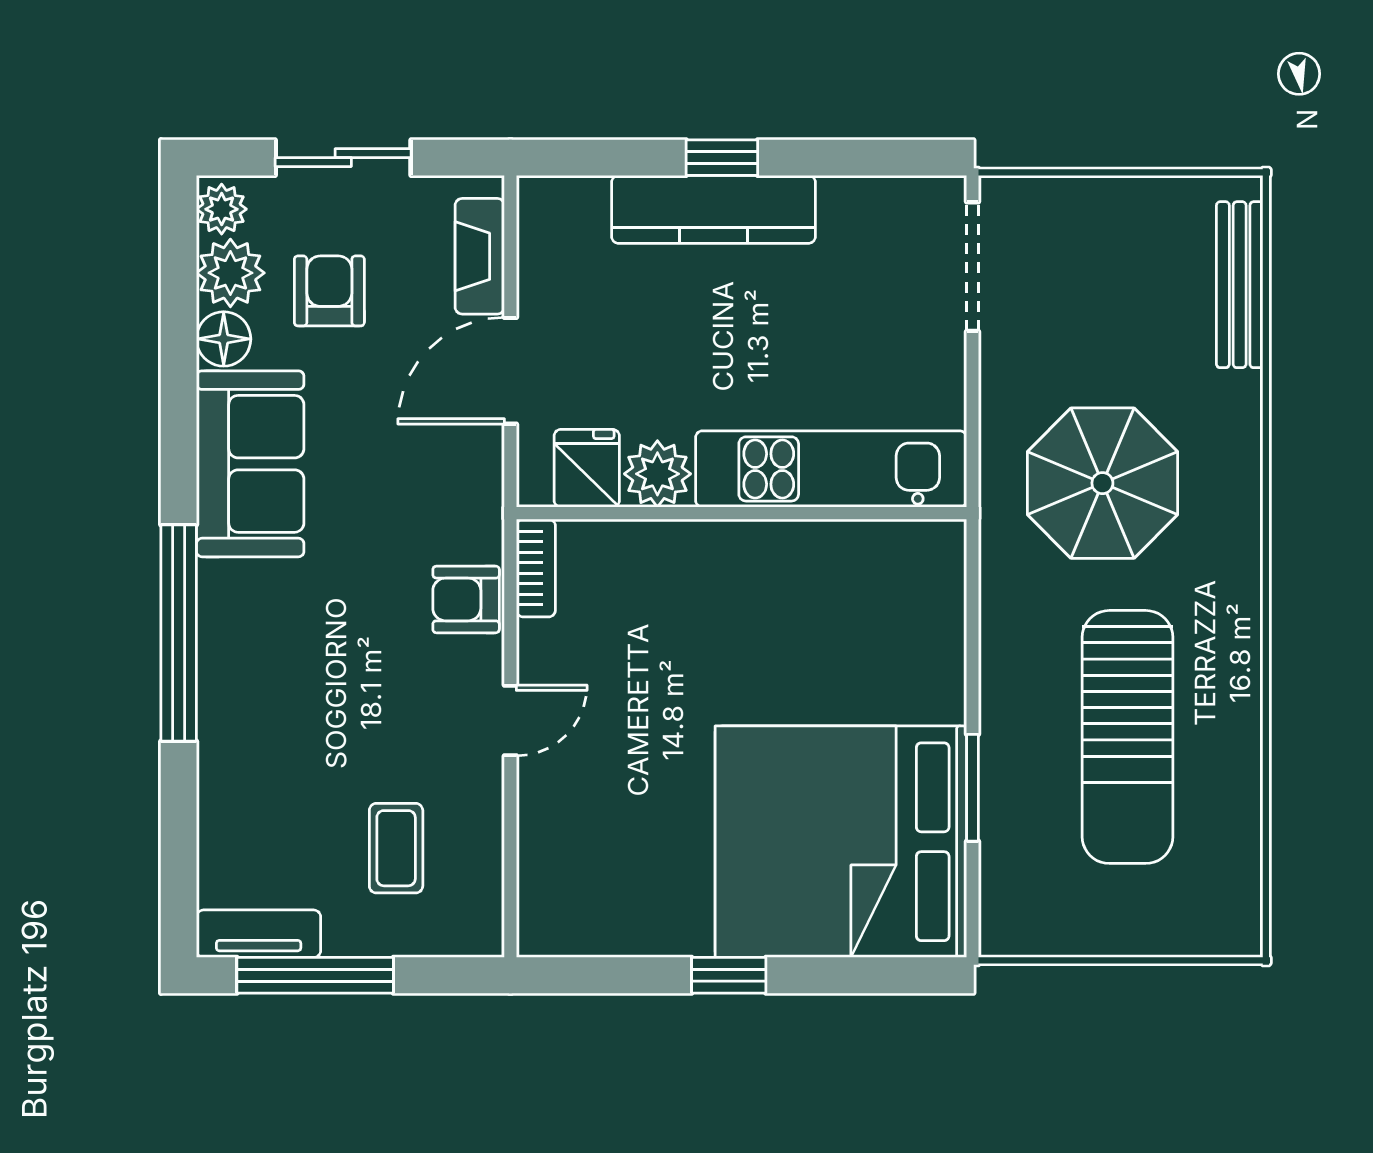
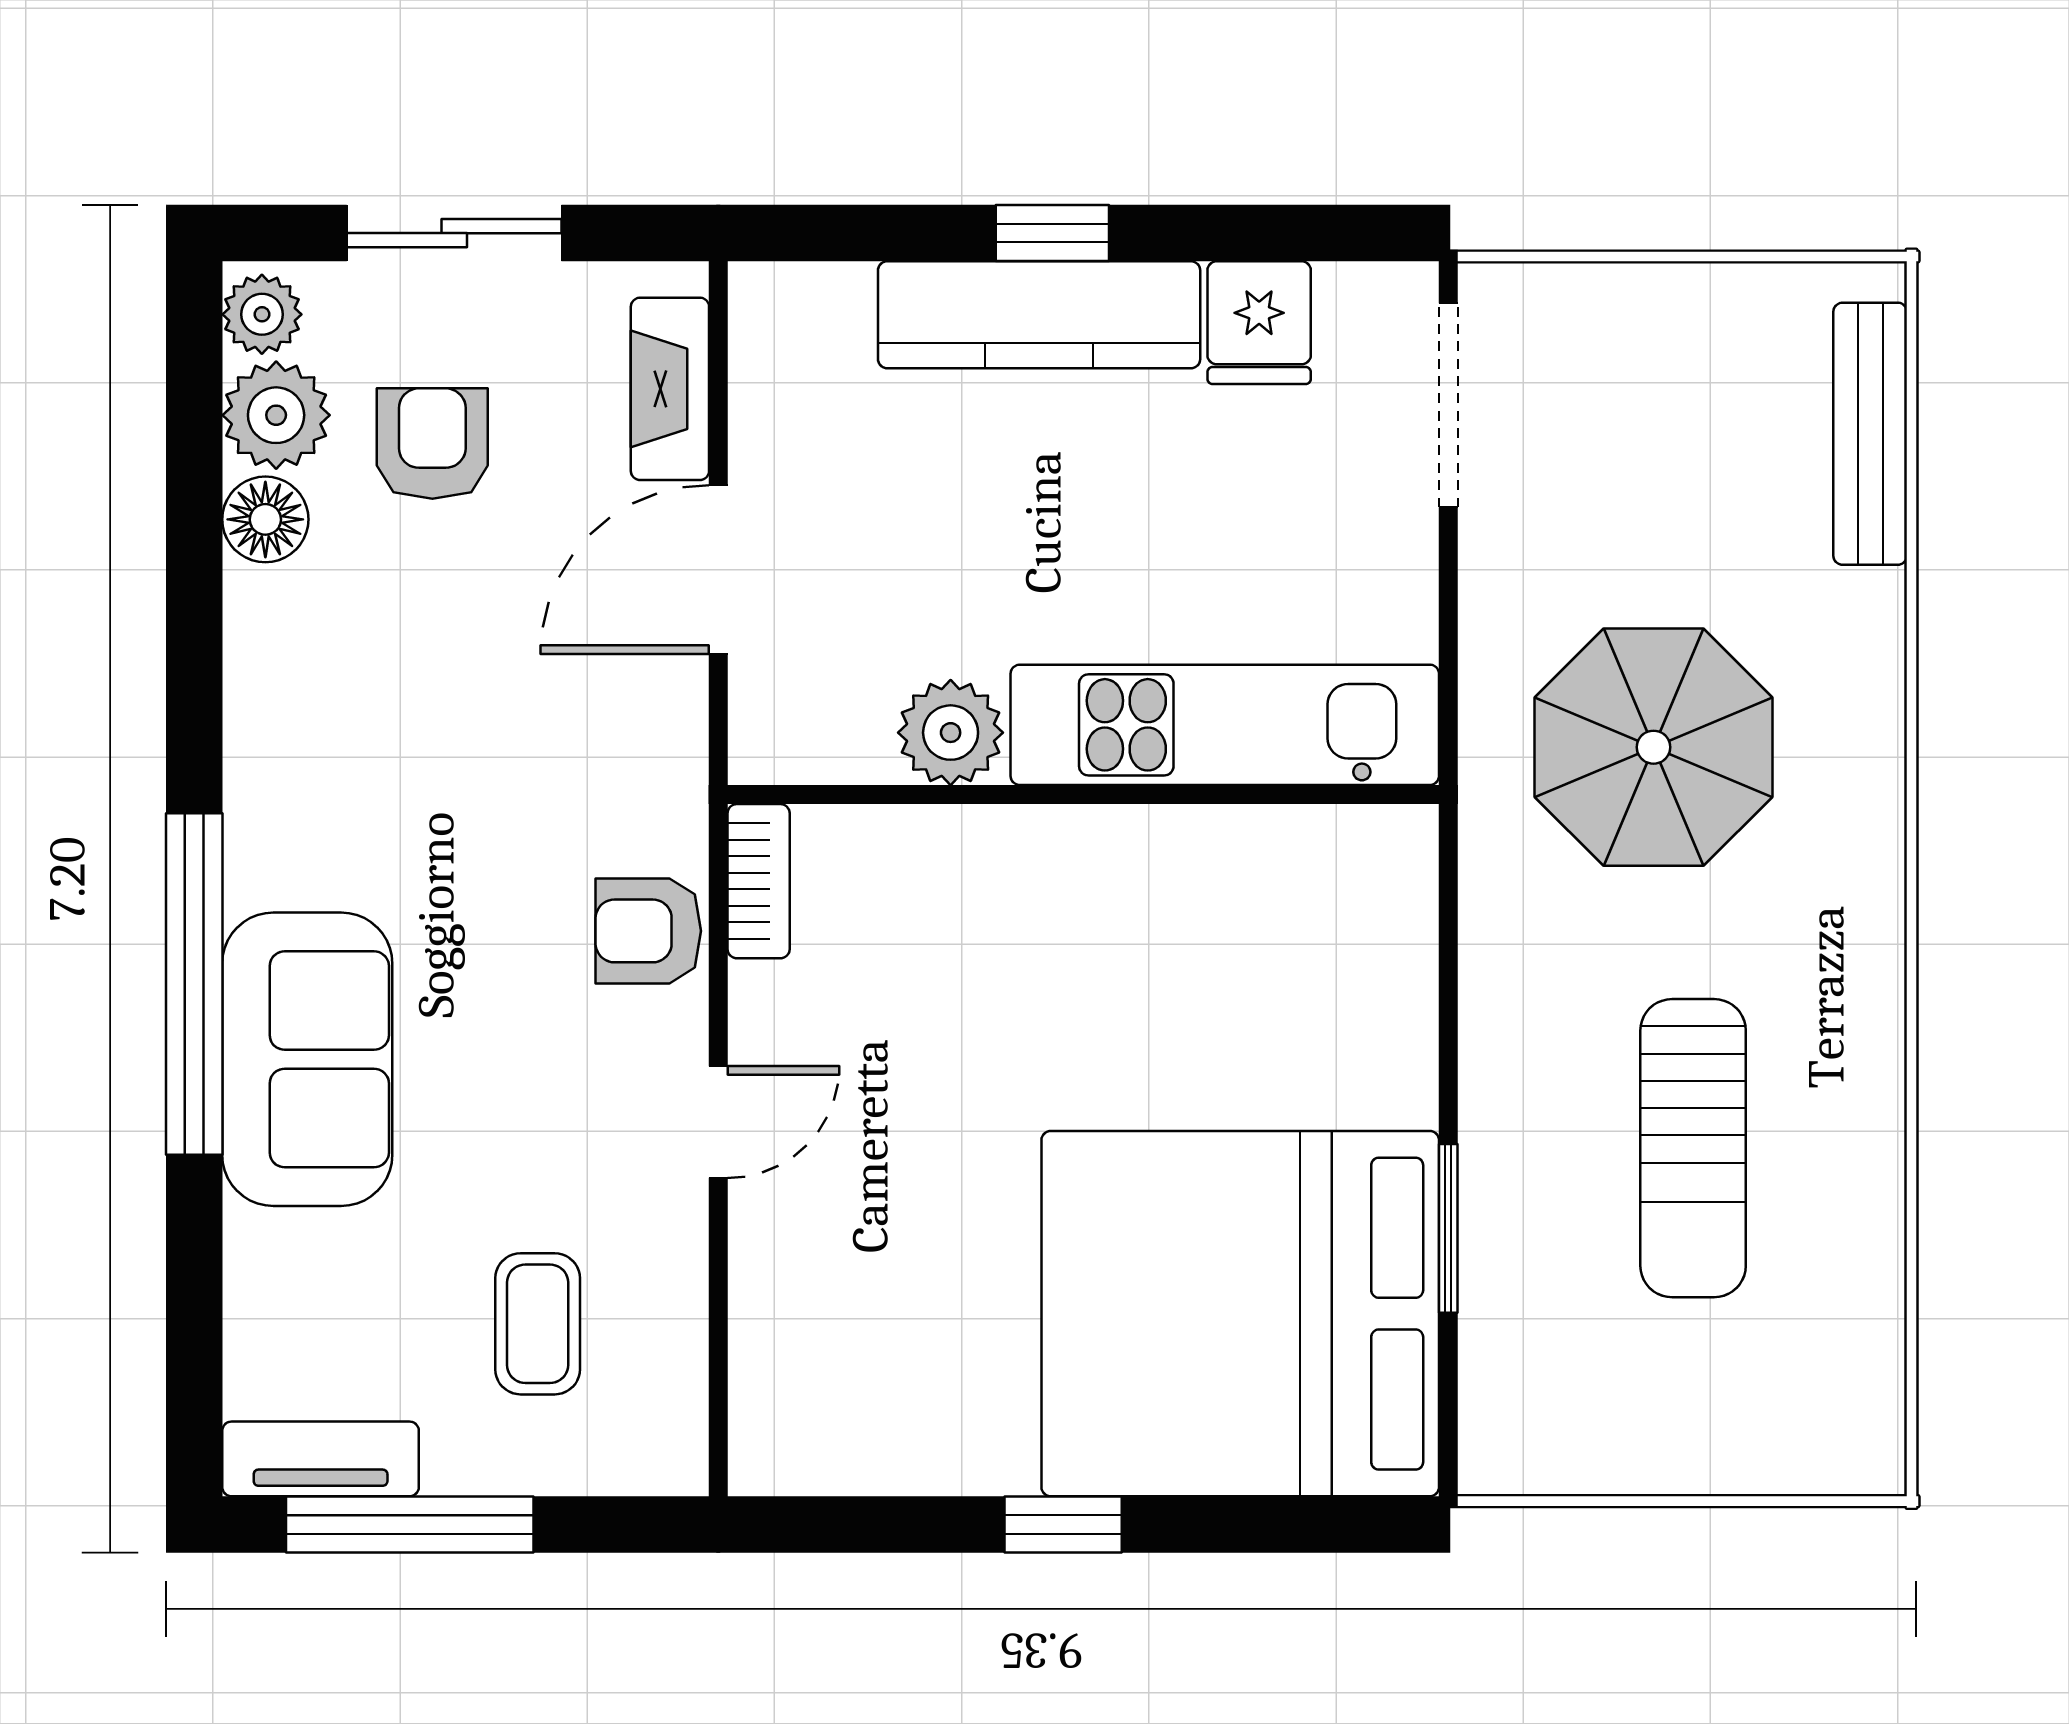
sofa: (250, 464) -> (307, 1059), moved
fridge: (587, 468) -> (1259, 323), moved, turned 180
sun lounger: (1128, 737) -> (1693, 1148), width x0.73, depth x0.75

